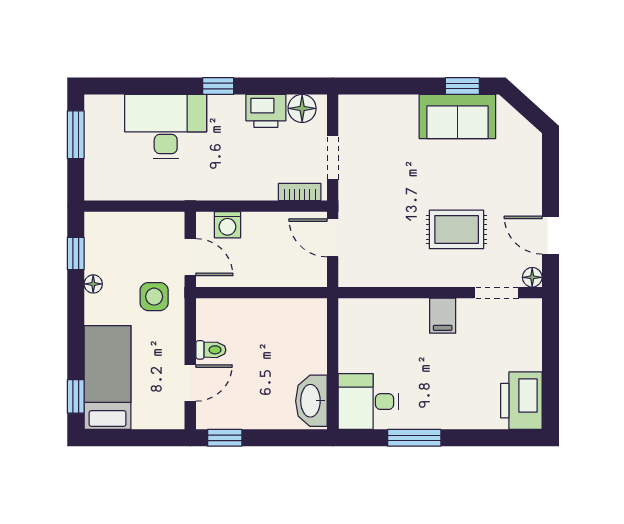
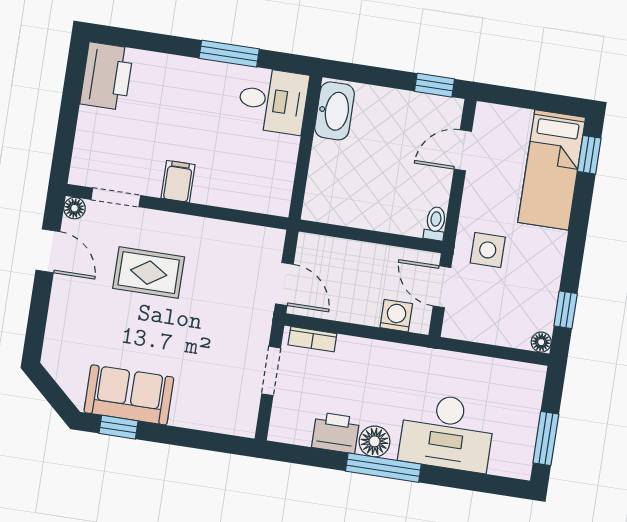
window: (218, 86) -> (383, 468), width x2.17
floor lamp: (302, 108) -> (375, 441), moved
floor lamp: (93, 284) -> (541, 342), moved
toilet: (211, 350) -> (435, 223), moved, turned 90

